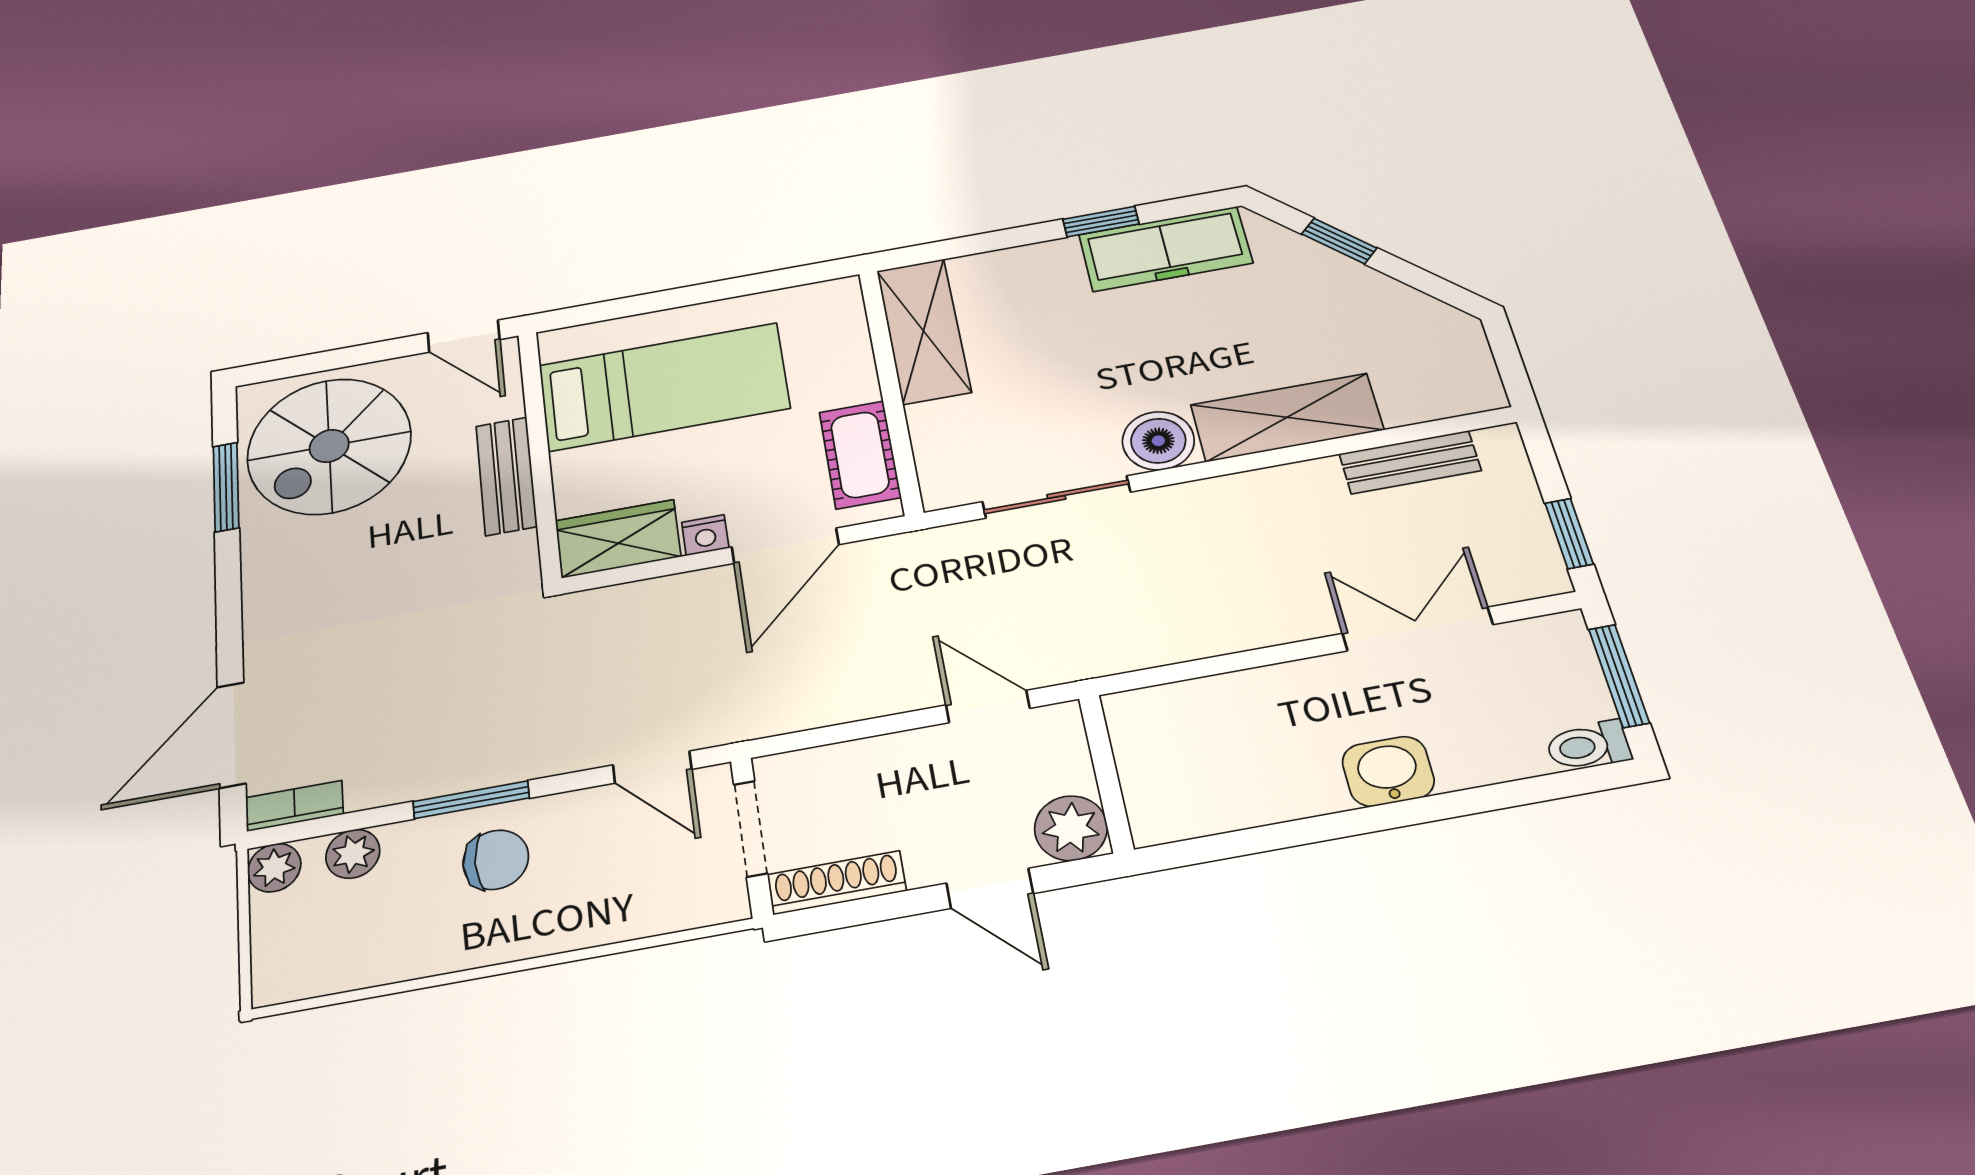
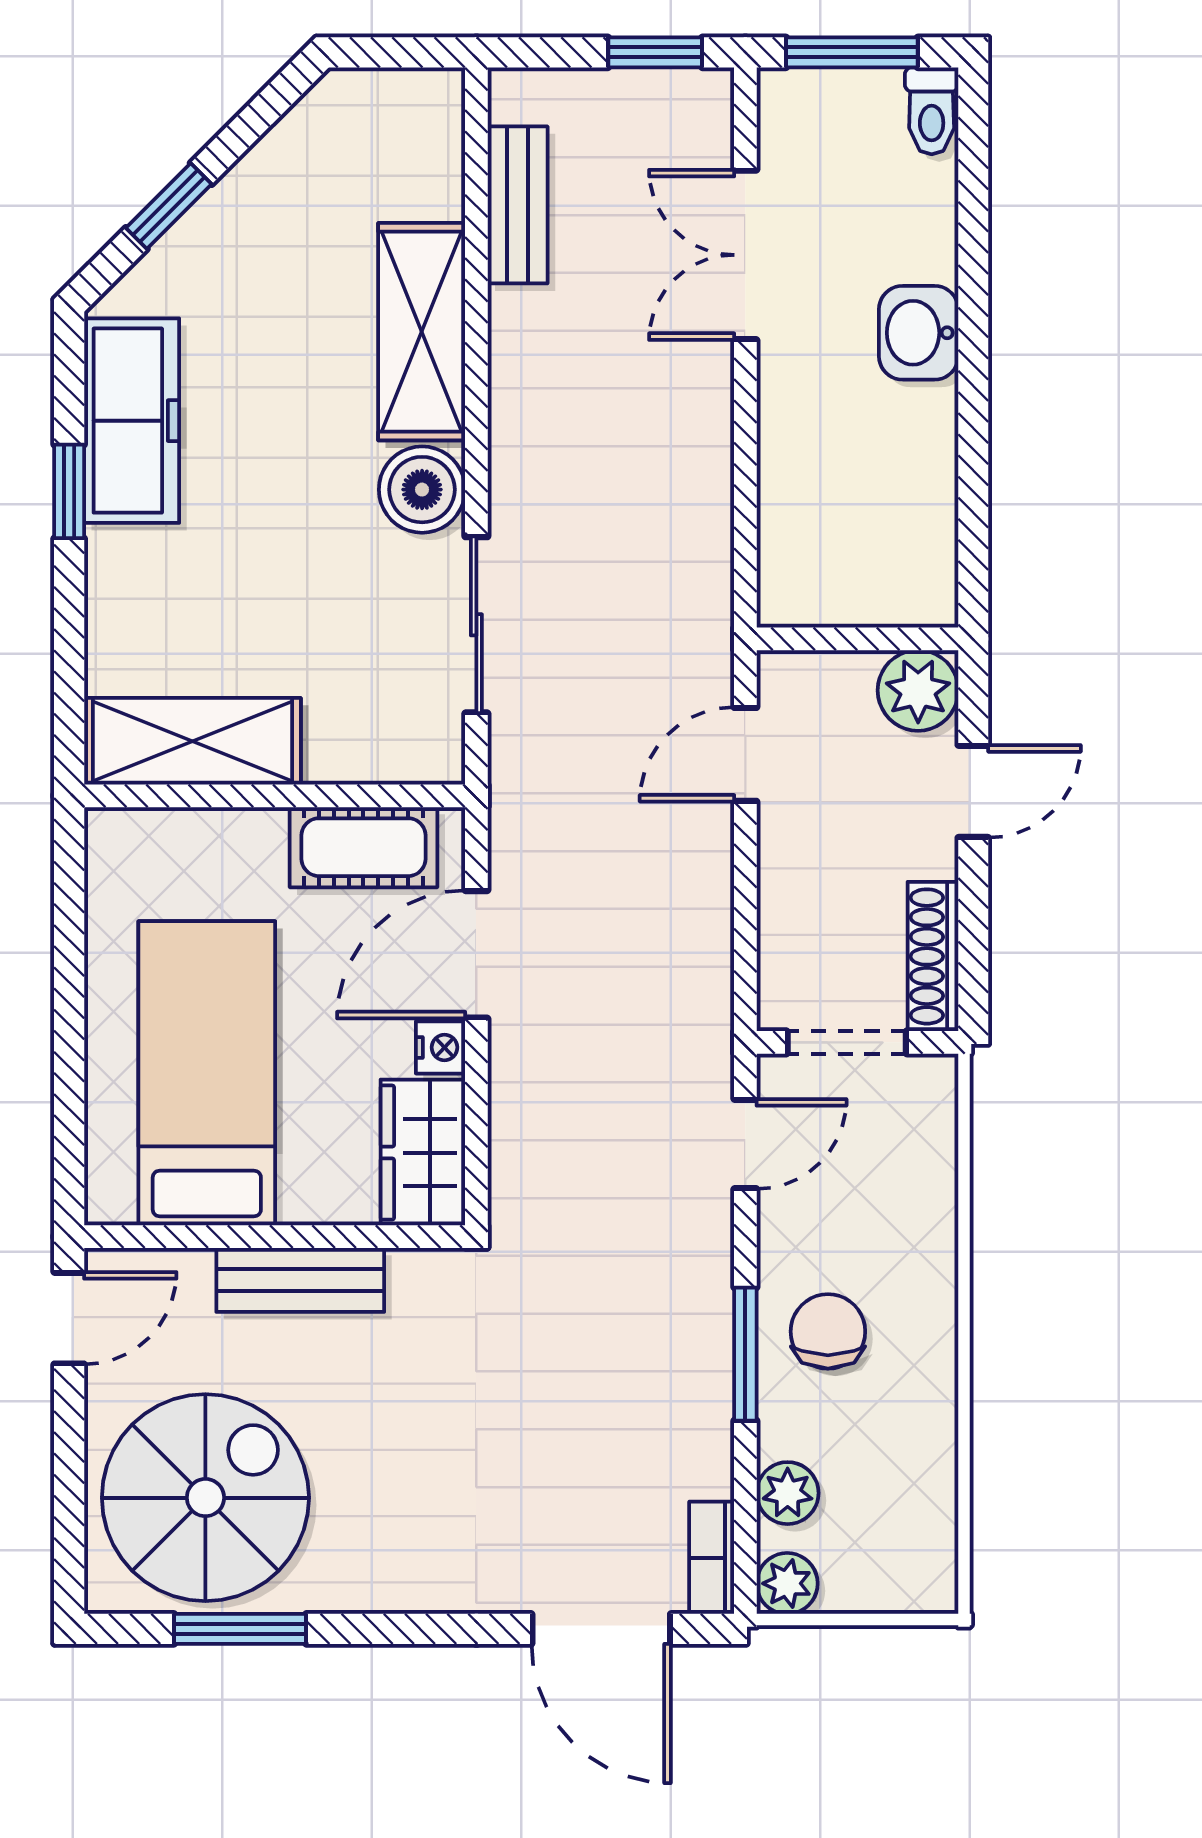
spiral stairs: (329, 446) -> (205, 1498), turned -90
door: (785, 546) -> (476, 954), swing flipped

